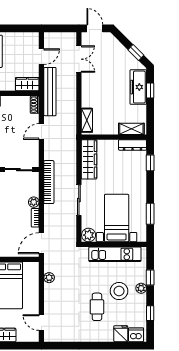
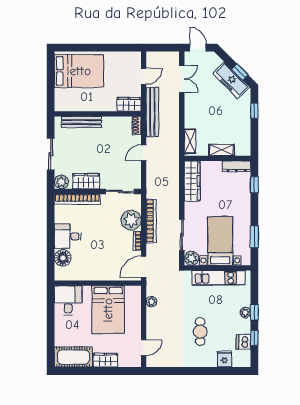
freezer: (138, 87) -> (231, 80), moved, turned -45
shelving: (131, 129) -> (222, 150), moved
bookcase: (49, 182) -> (151, 221), moved
sliding door: (79, 200) -> (182, 235), moved
plant: (34, 202) -> (131, 220), width x1.88, depth x1.88
window: (150, 277) -> (254, 312), moved
stool: (119, 291) -> (223, 315), removed
door: (41, 323) -> (144, 348), swing flipped
dishwasher: (136, 335) -> (243, 342), moved, turned -90

